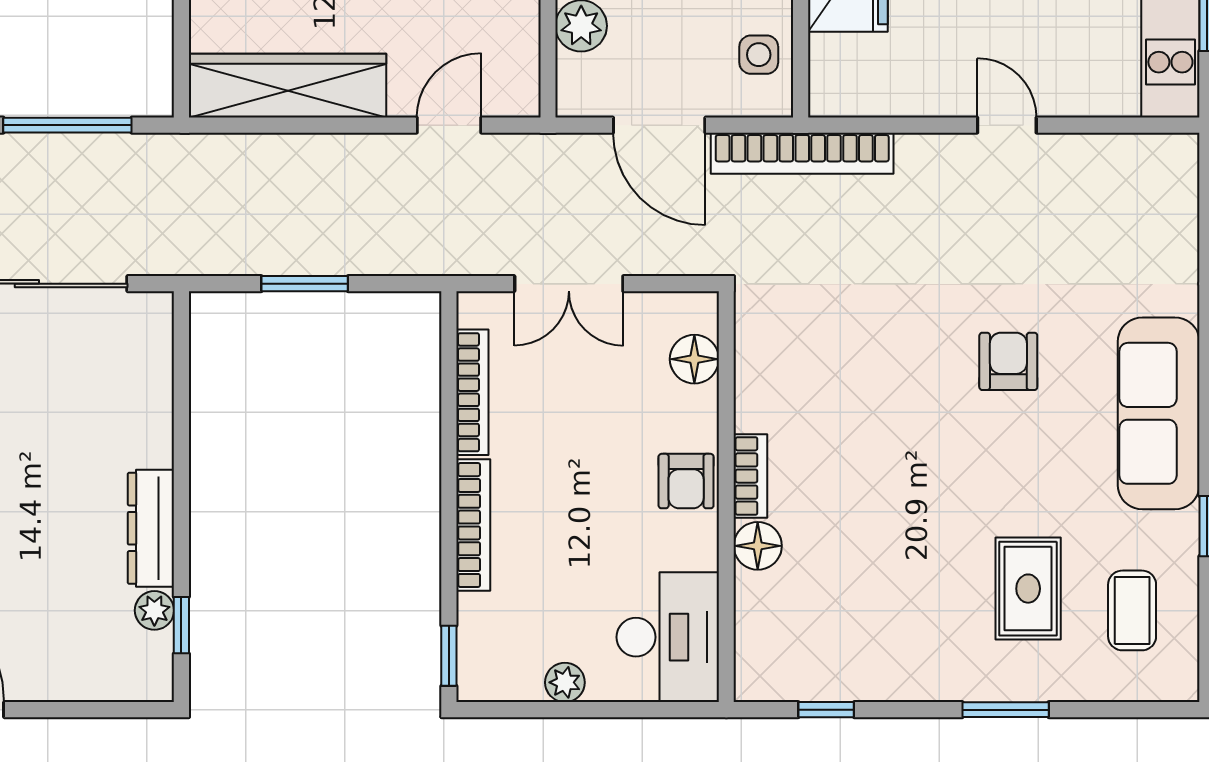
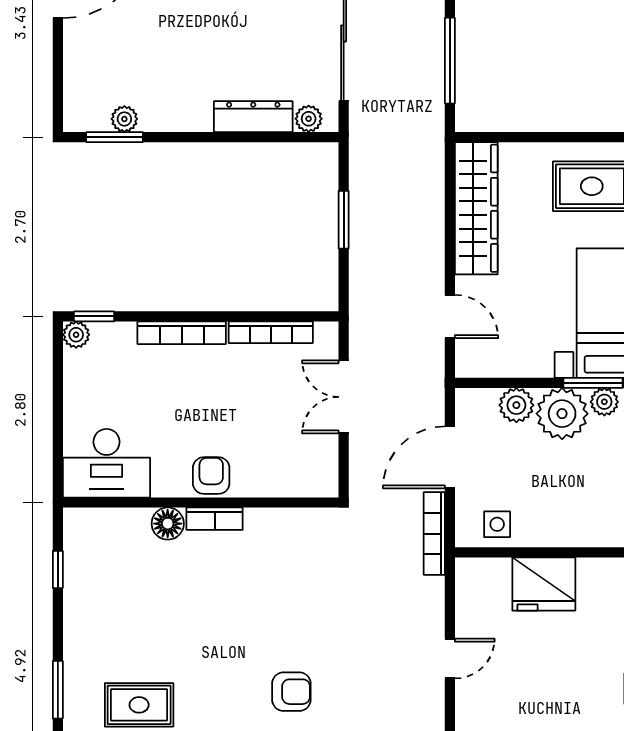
door: (1007, 125) -> (450, 659), moved
bookcase: (802, 153) -> (434, 534), width x0.68, depth x0.76
plant: (154, 336) -> (309, 119), added
floor lamp: (694, 359) -> (293, 481), removed
armchair: (686, 481) -> (211, 476), turned 90
dresser: (151, 528) -> (253, 117), moved
window: (181, 625) -> (115, 137), width x1.50
plant: (565, 682) -> (76, 335), moved

